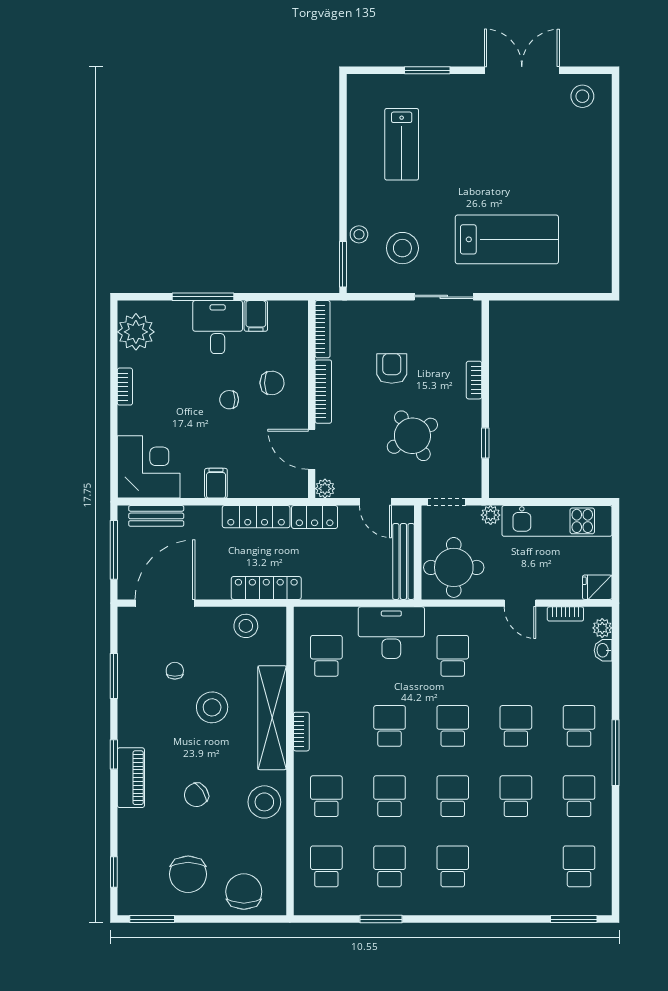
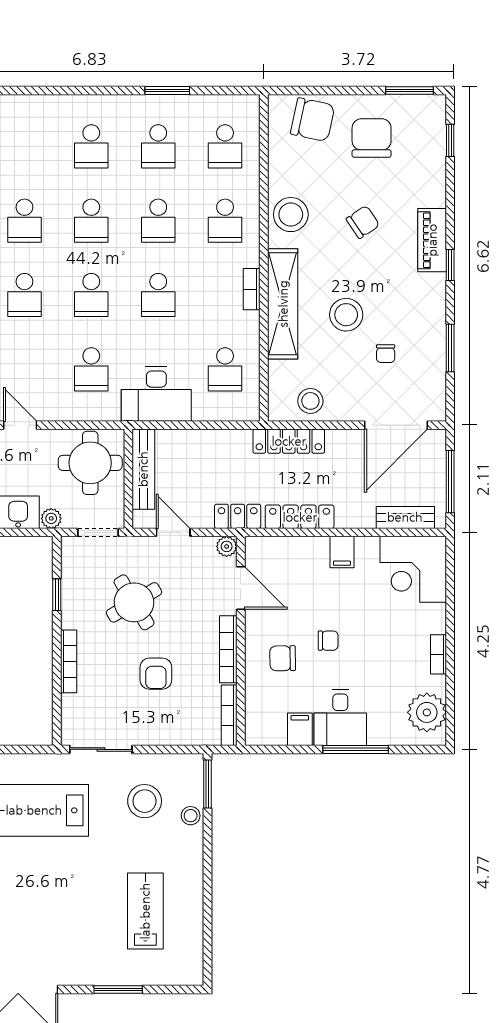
bookcase: (474, 380) -> (69, 661), width x1.56
chair: (244, 892) -> (313, 120), turned -78

